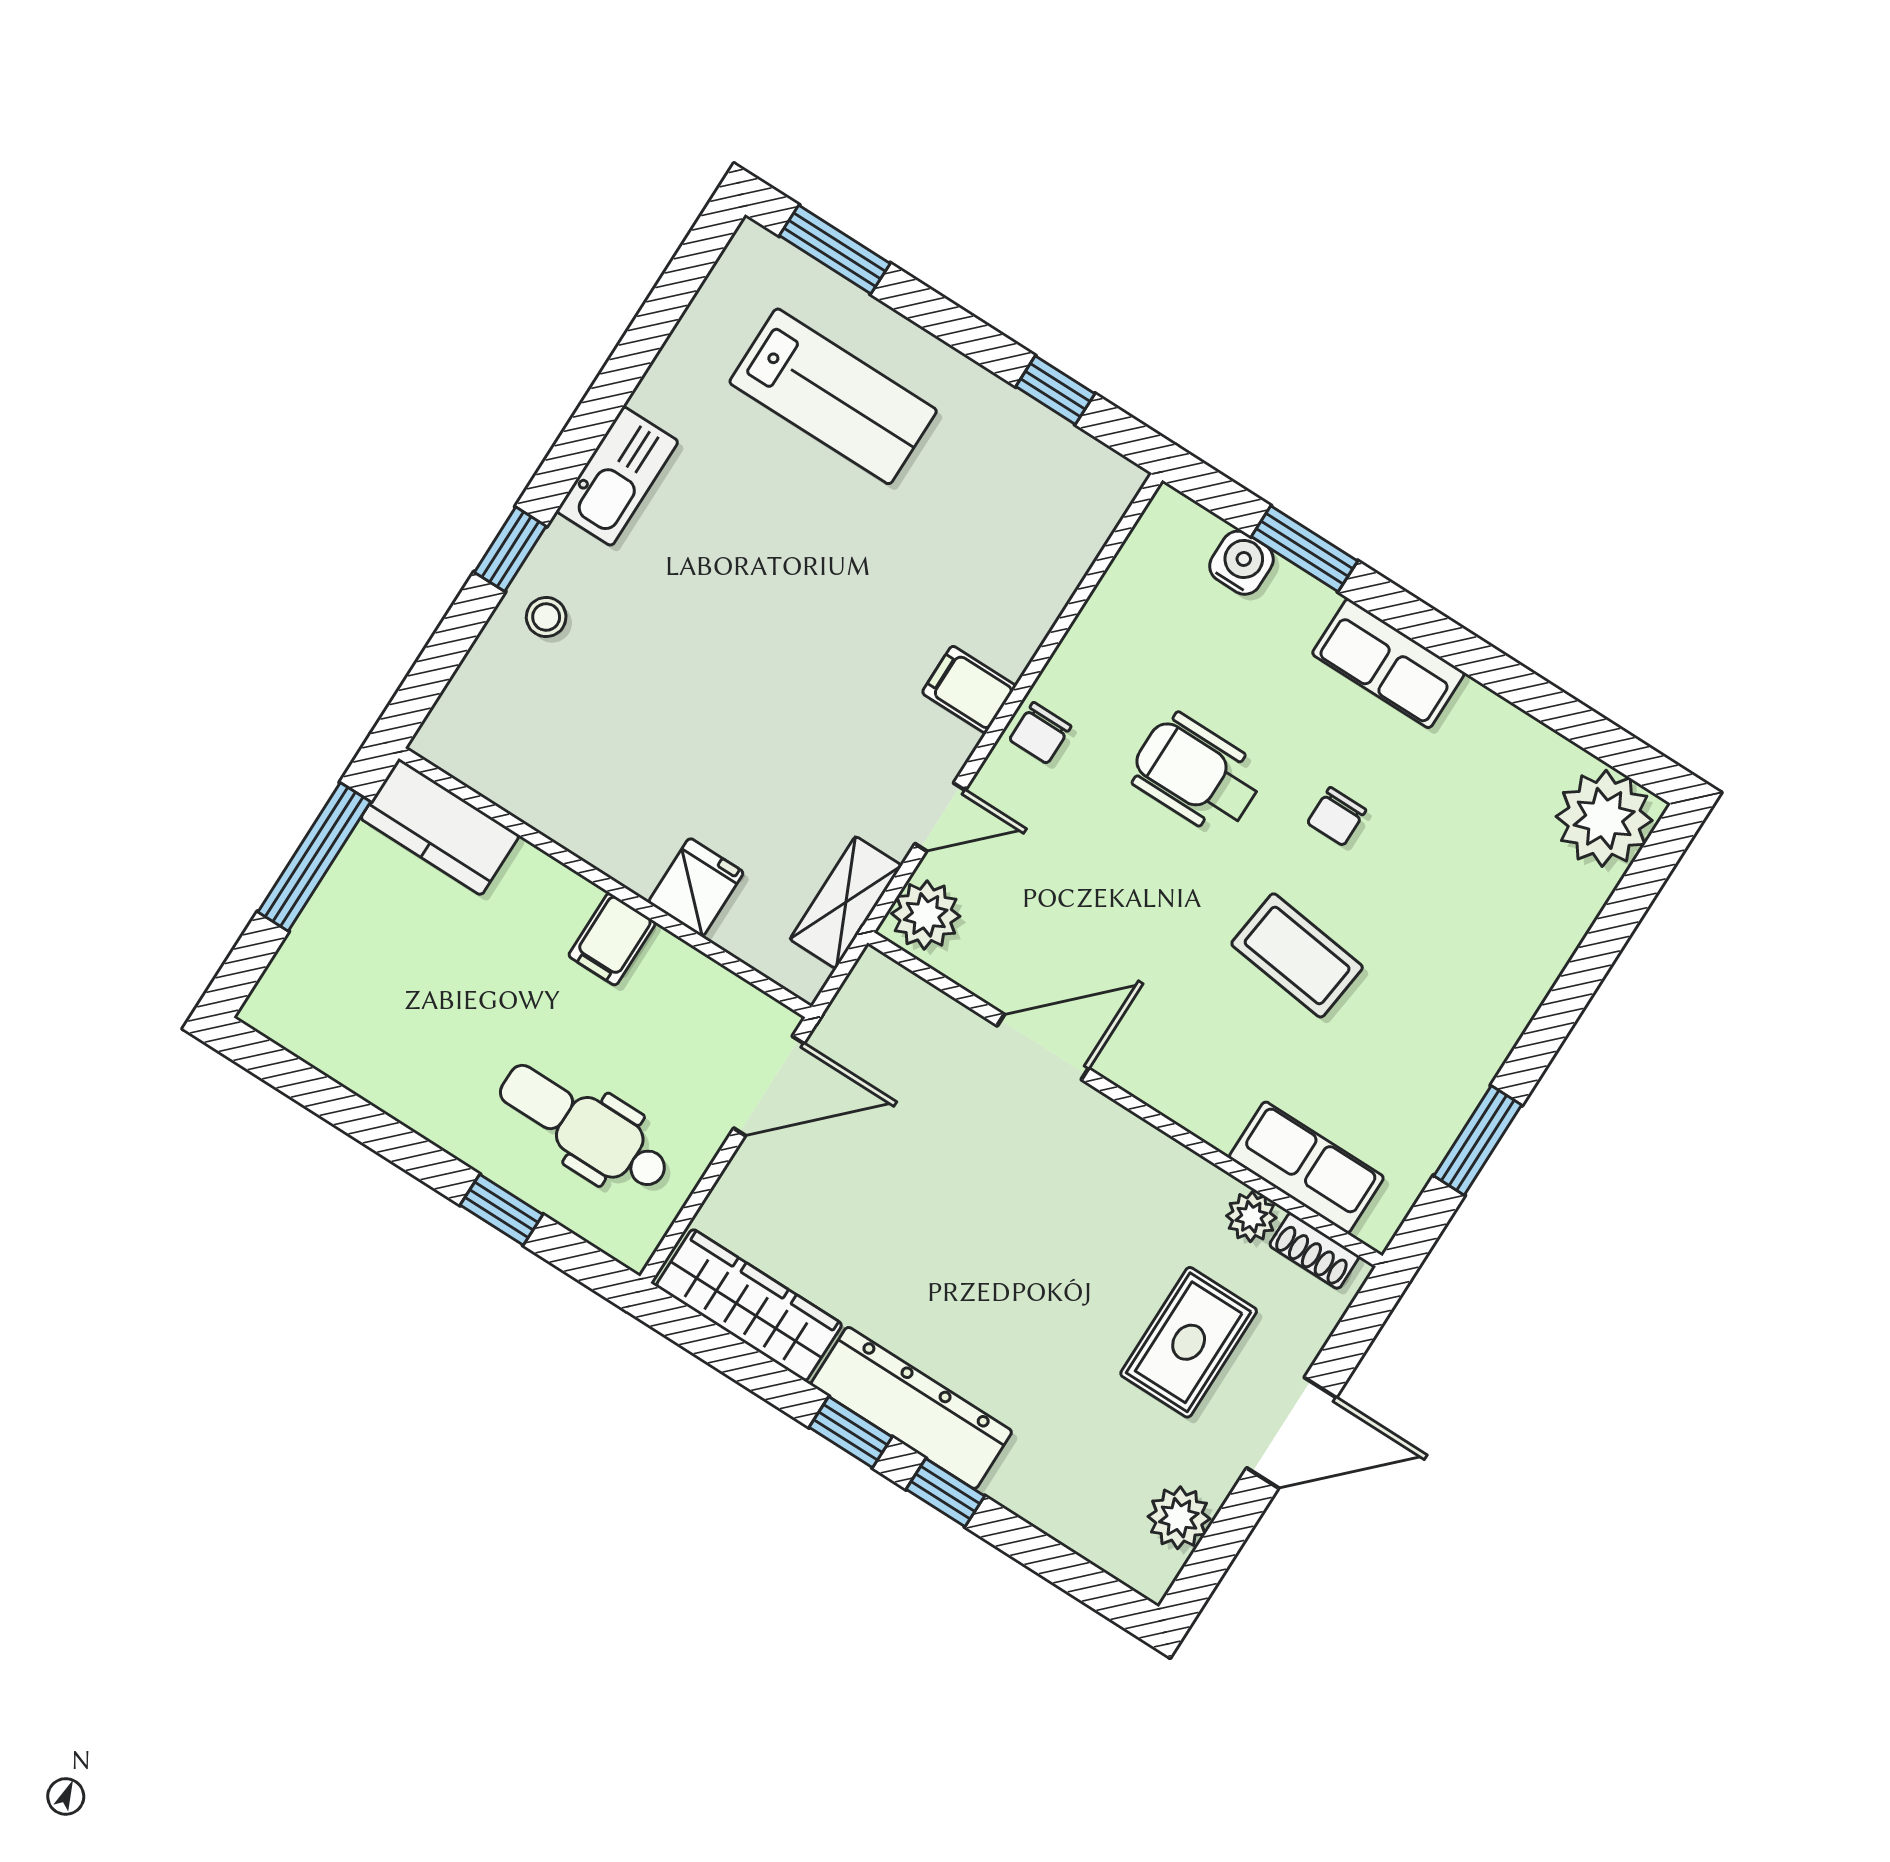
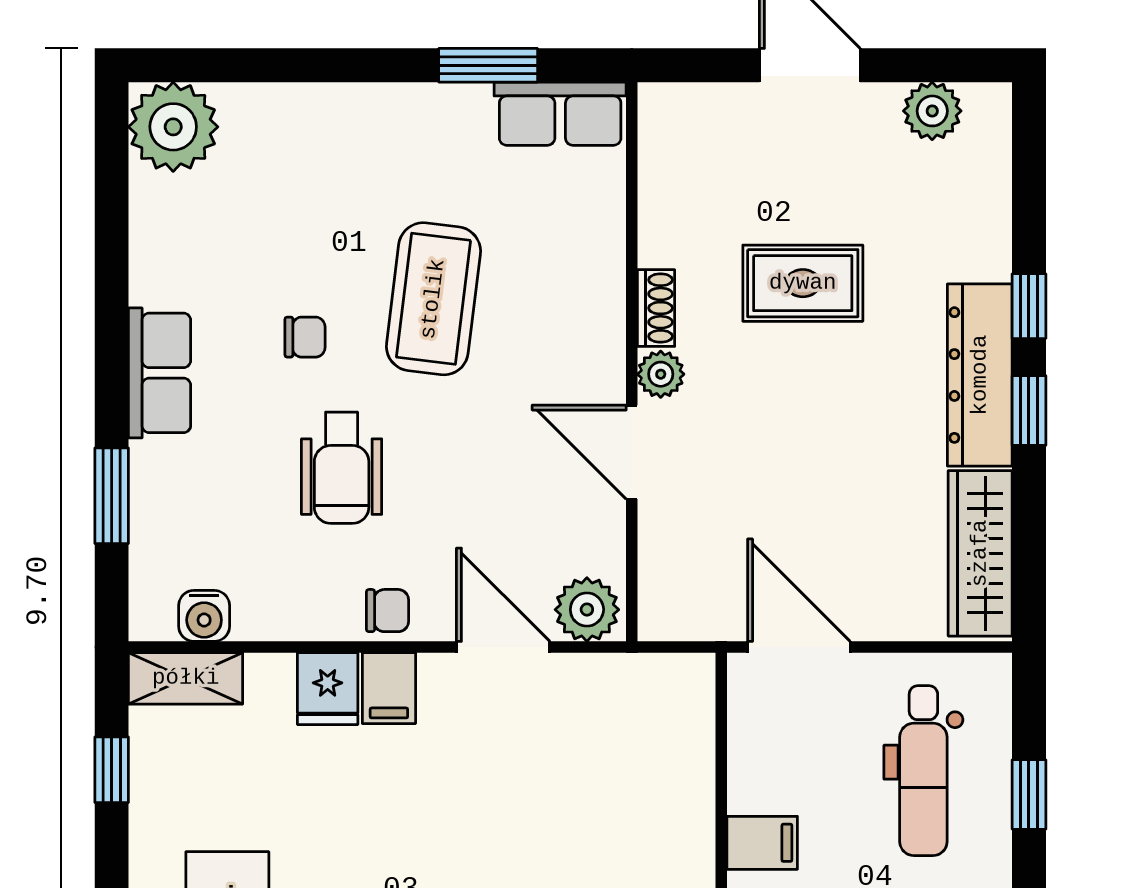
water cooler: (1241, 563) -> (204, 616), moved, turned -90
door: (940, 817) -> (503, 647), width x1.38
fridge: (696, 887) -> (328, 689), moved, turned -90
shelving: (846, 902) -> (186, 678), moved
coffee table: (1297, 955) -> (433, 299), width x1.36, depth x1.32
row of seats: (1306, 1167) -> (560, 114), moved, turned -90
plant: (1251, 1217) -> (661, 374), moved
shoe rack: (1314, 1251) -> (656, 308), moved
rug: (1189, 1342) -> (803, 283), moved

